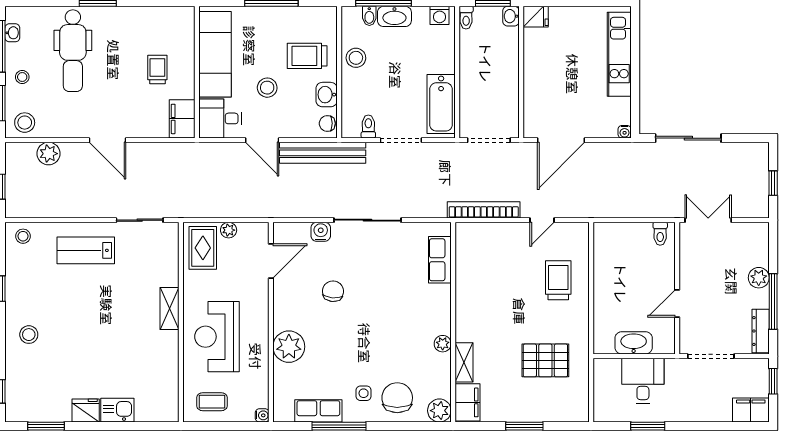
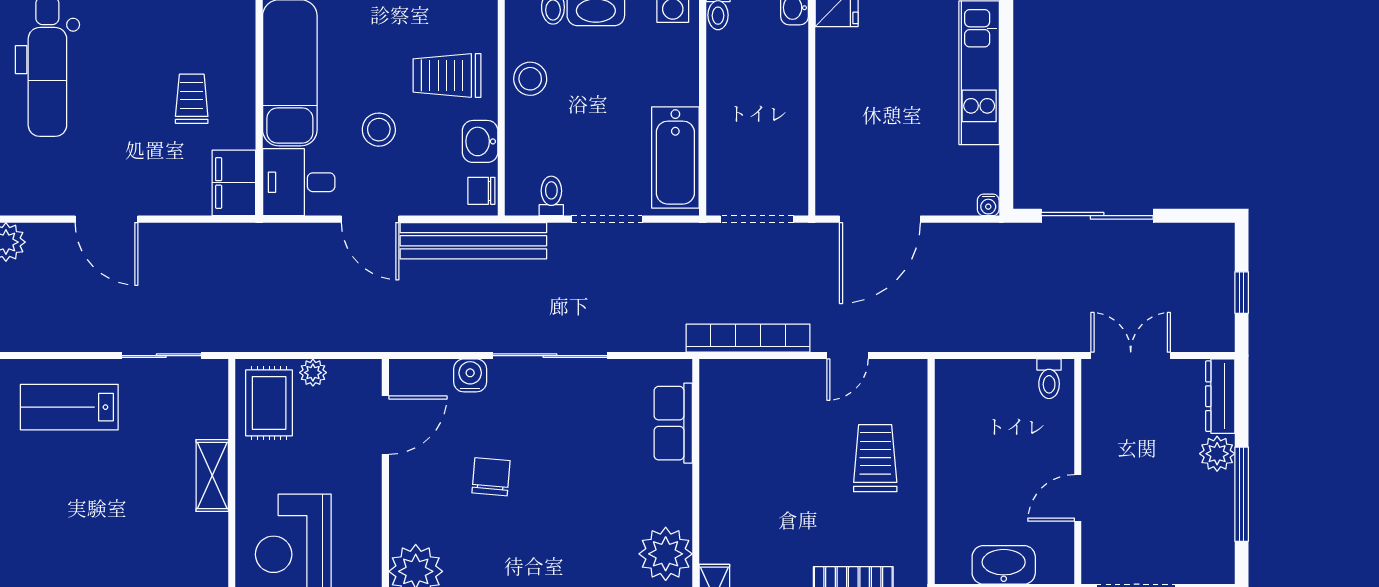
shelving: (169, 309) -> (212, 475), moved
dresser: (761, 331) -> (1220, 396), moved
plant: (443, 344) -> (666, 554), width x1.87, depth x1.87

